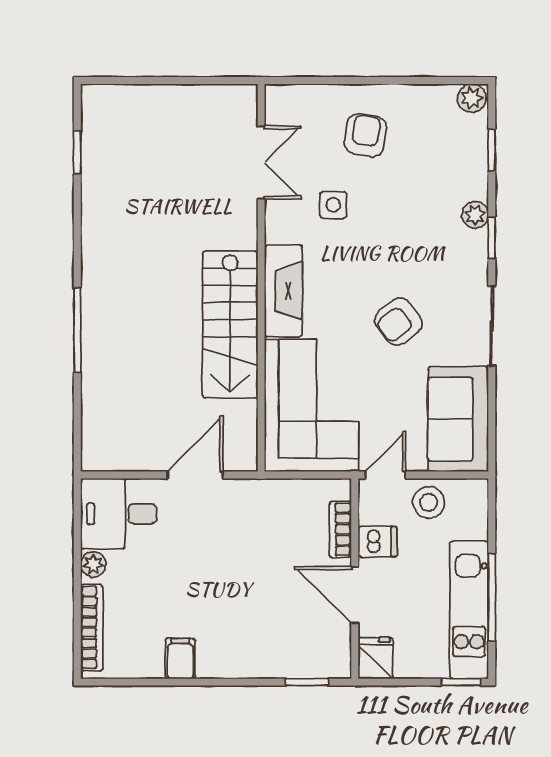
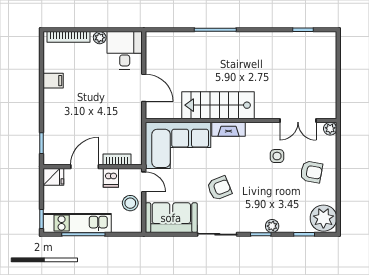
plant: (278, 97) -> (330, 129), added
plant: (472, 98) -> (323, 218), width x1.88, depth x1.88
fireplace: (283, 291) -> (228, 129), width x0.73, depth x0.76
armchair: (398, 322) -> (219, 188), turned 105

